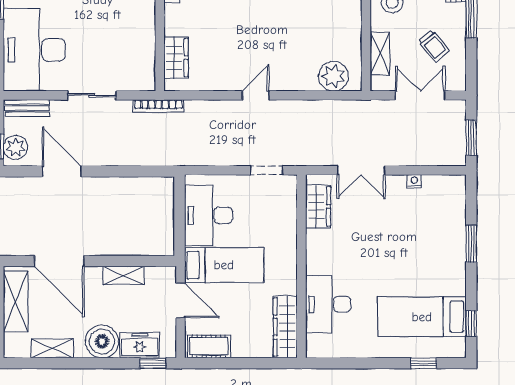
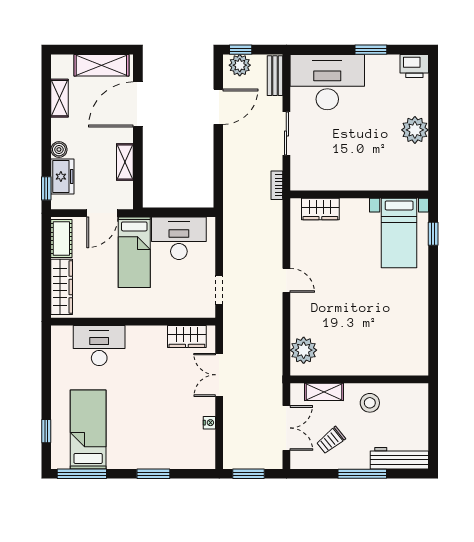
bookcase: (158, 106) -> (277, 185), width x0.64
window: (471, 324) -> (82, 474), width x2.17
wardrobe: (285, 327) -> (62, 287), moved, turned 90
boiler: (102, 341) -> (59, 150), width x0.54, depth x0.54

